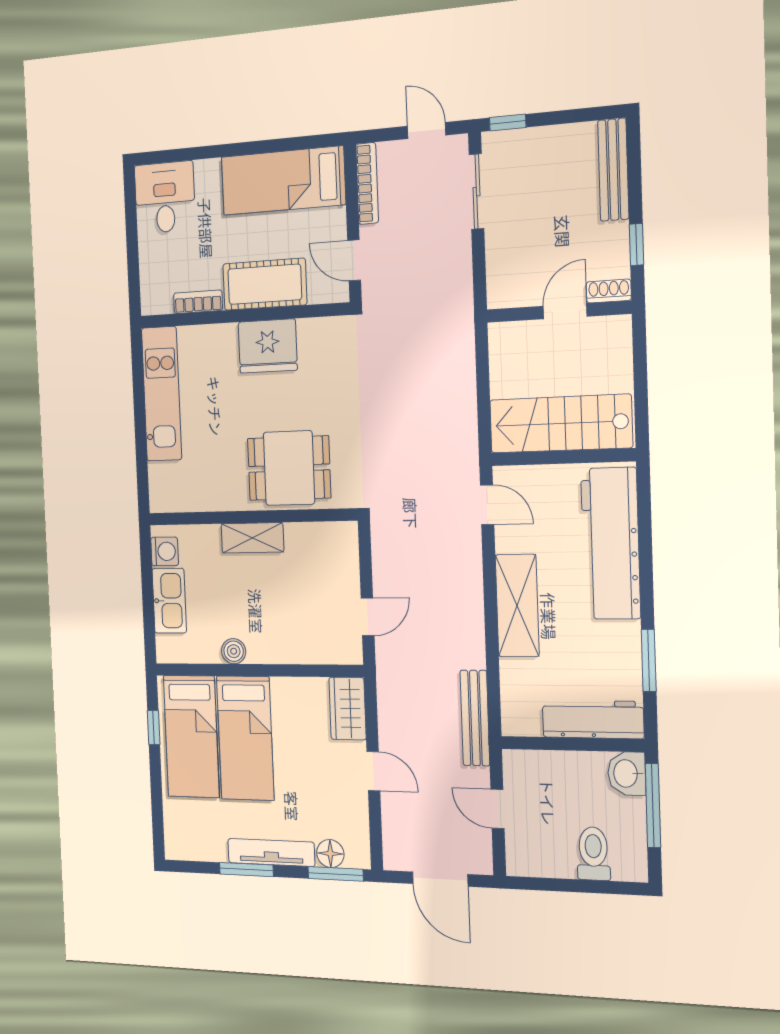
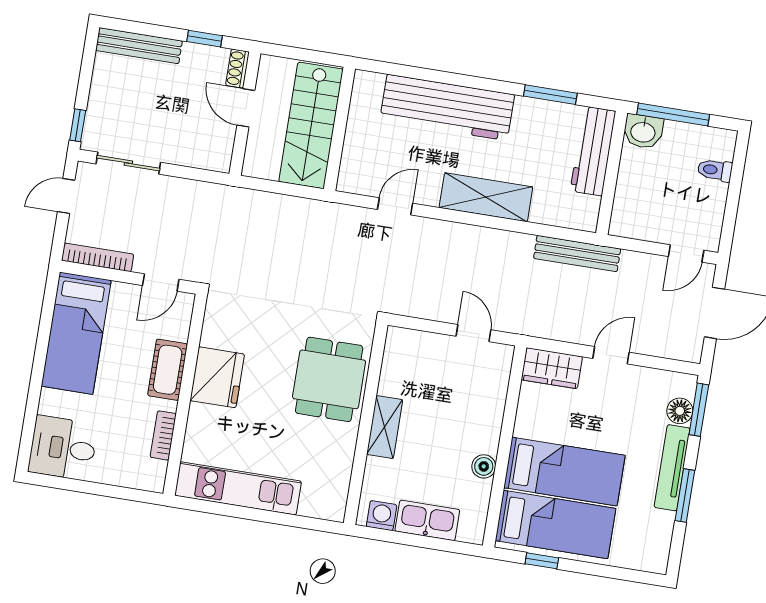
cot: (265, 284) -> (168, 370), width x0.73, depth x0.75
stairs: (561, 424) -> (311, 125), moved
wall: (563, 457) -> (339, 129), moved
door: (497, 809) -> (686, 253), moved
toilet: (593, 854) -> (715, 170), width x0.73, depth x0.72

